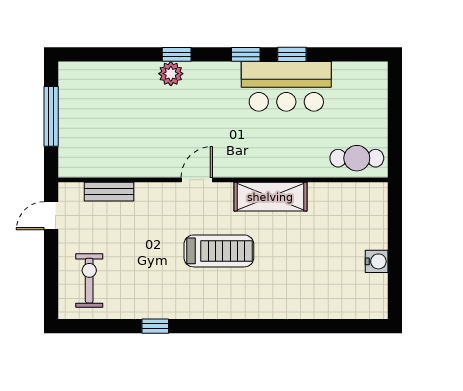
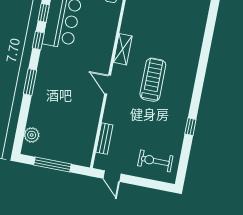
window: (177, 54) -> (30, 82), width x1.50
plant: (171, 74) -> (32, 135), moved
shelving: (270, 197) -> (123, 49), width x0.67, depth x0.75

